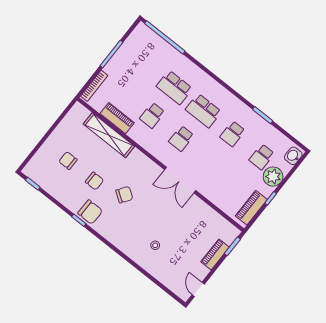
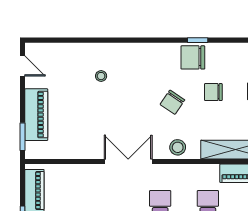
stool: (143, 165) -> (178, 147), added
piano: (215, 254) -> (36, 115), width x1.37, depth x1.33

